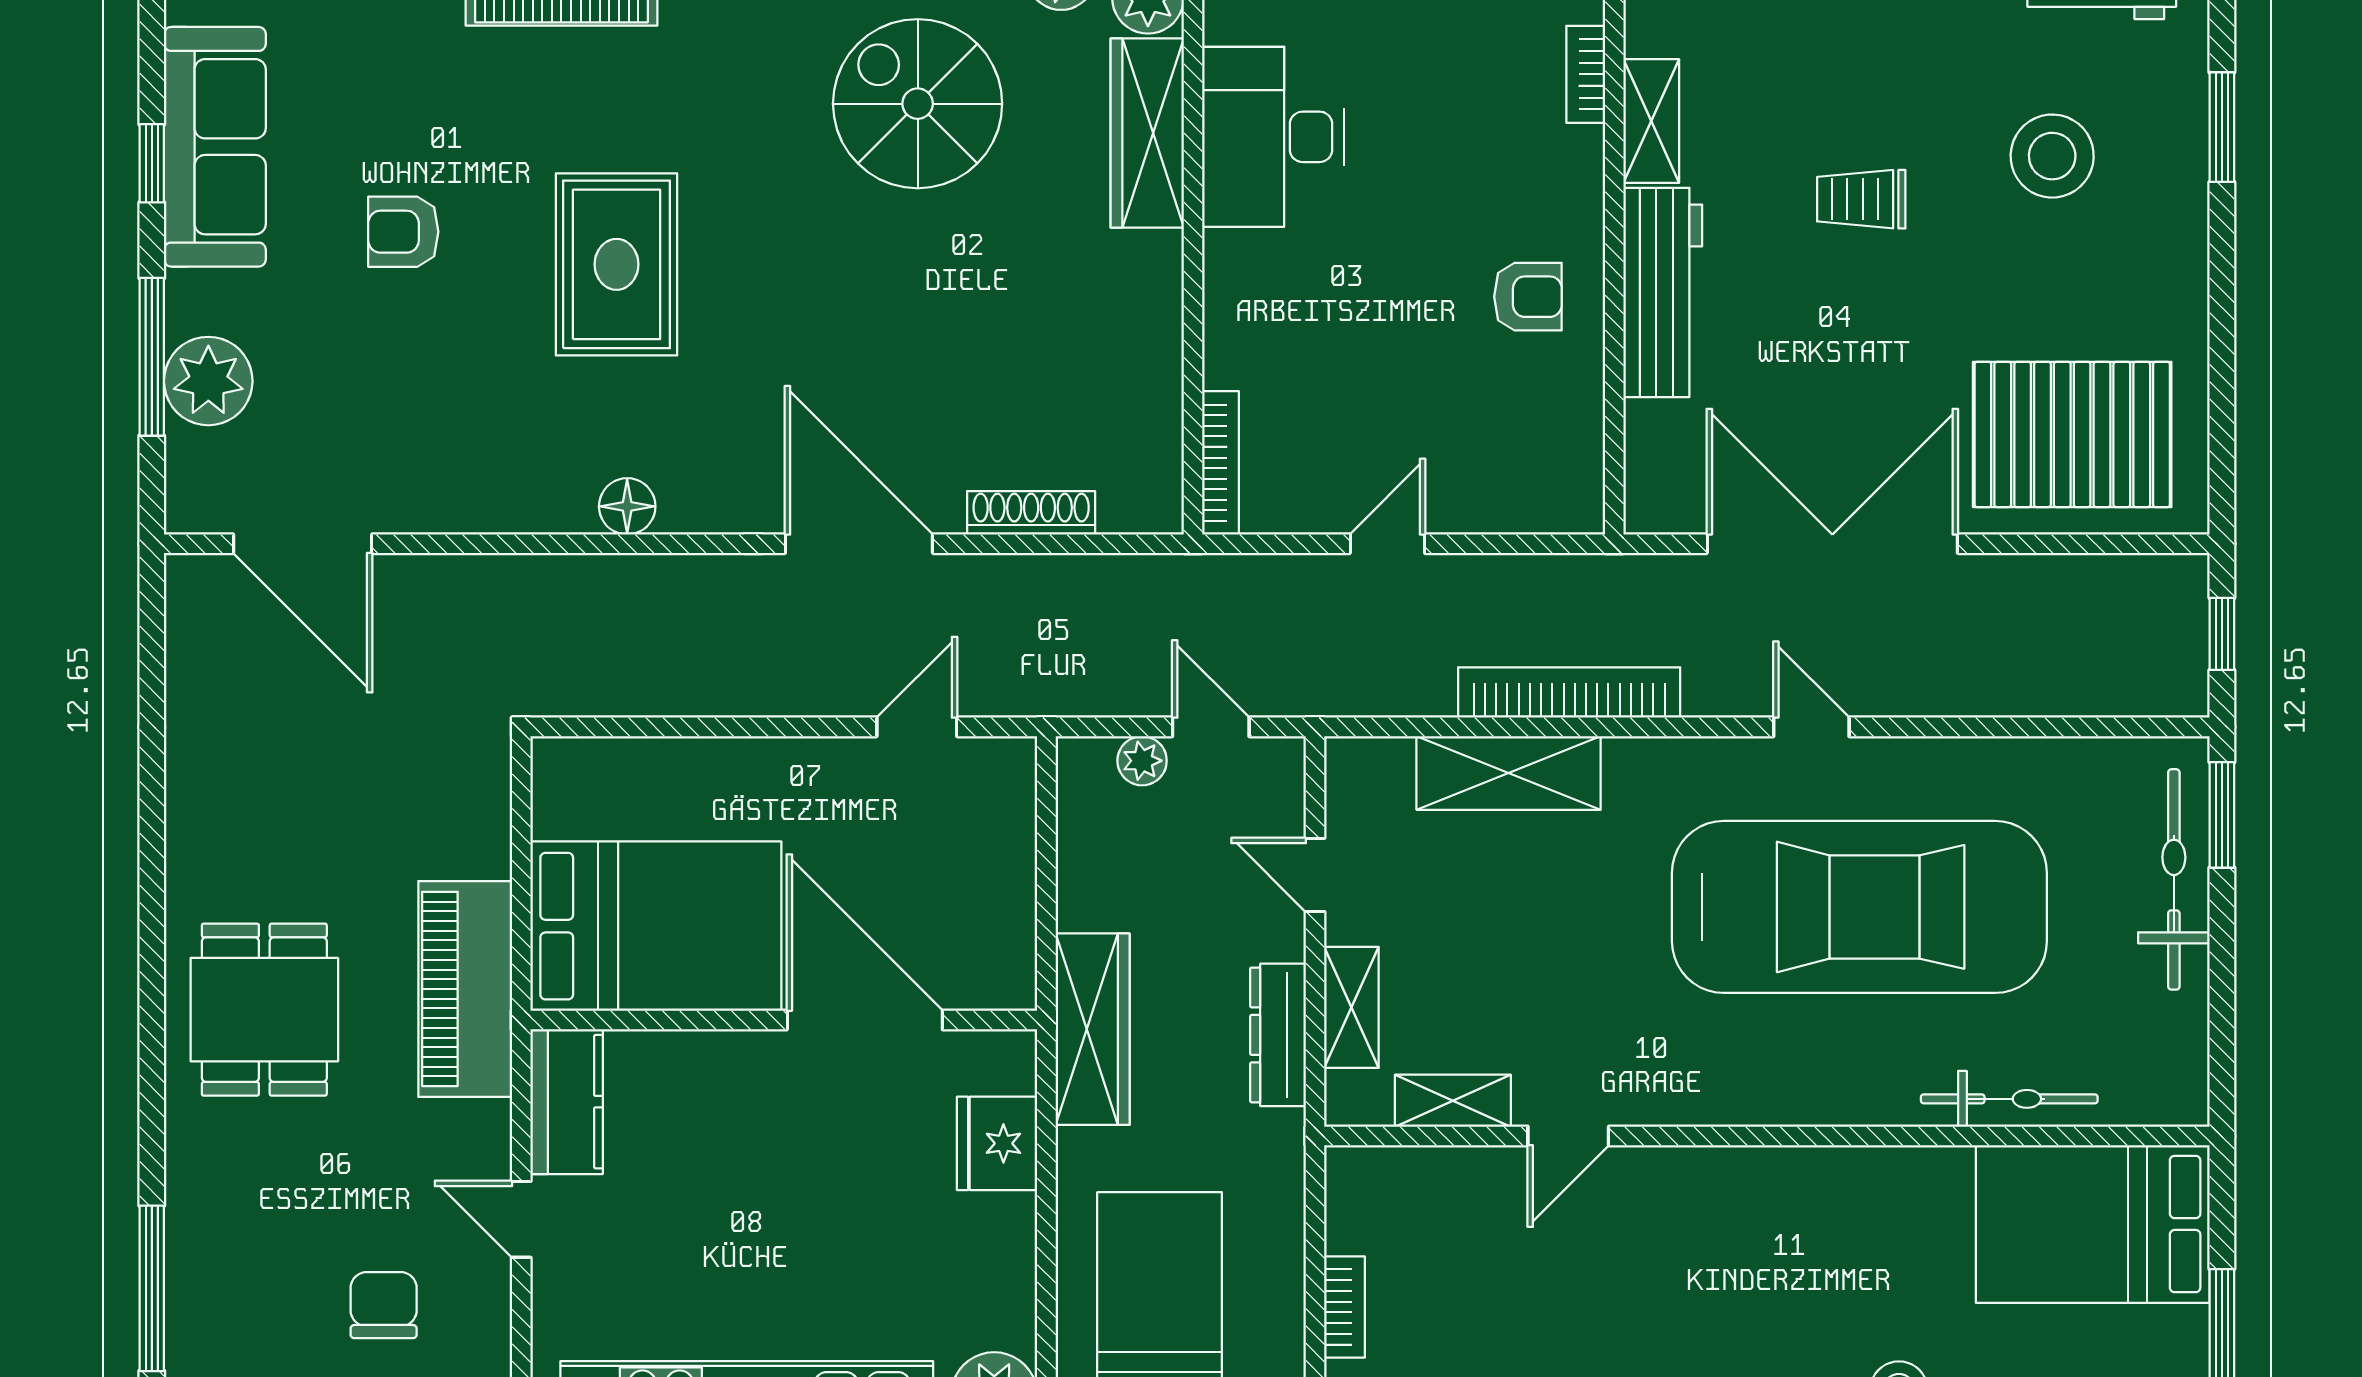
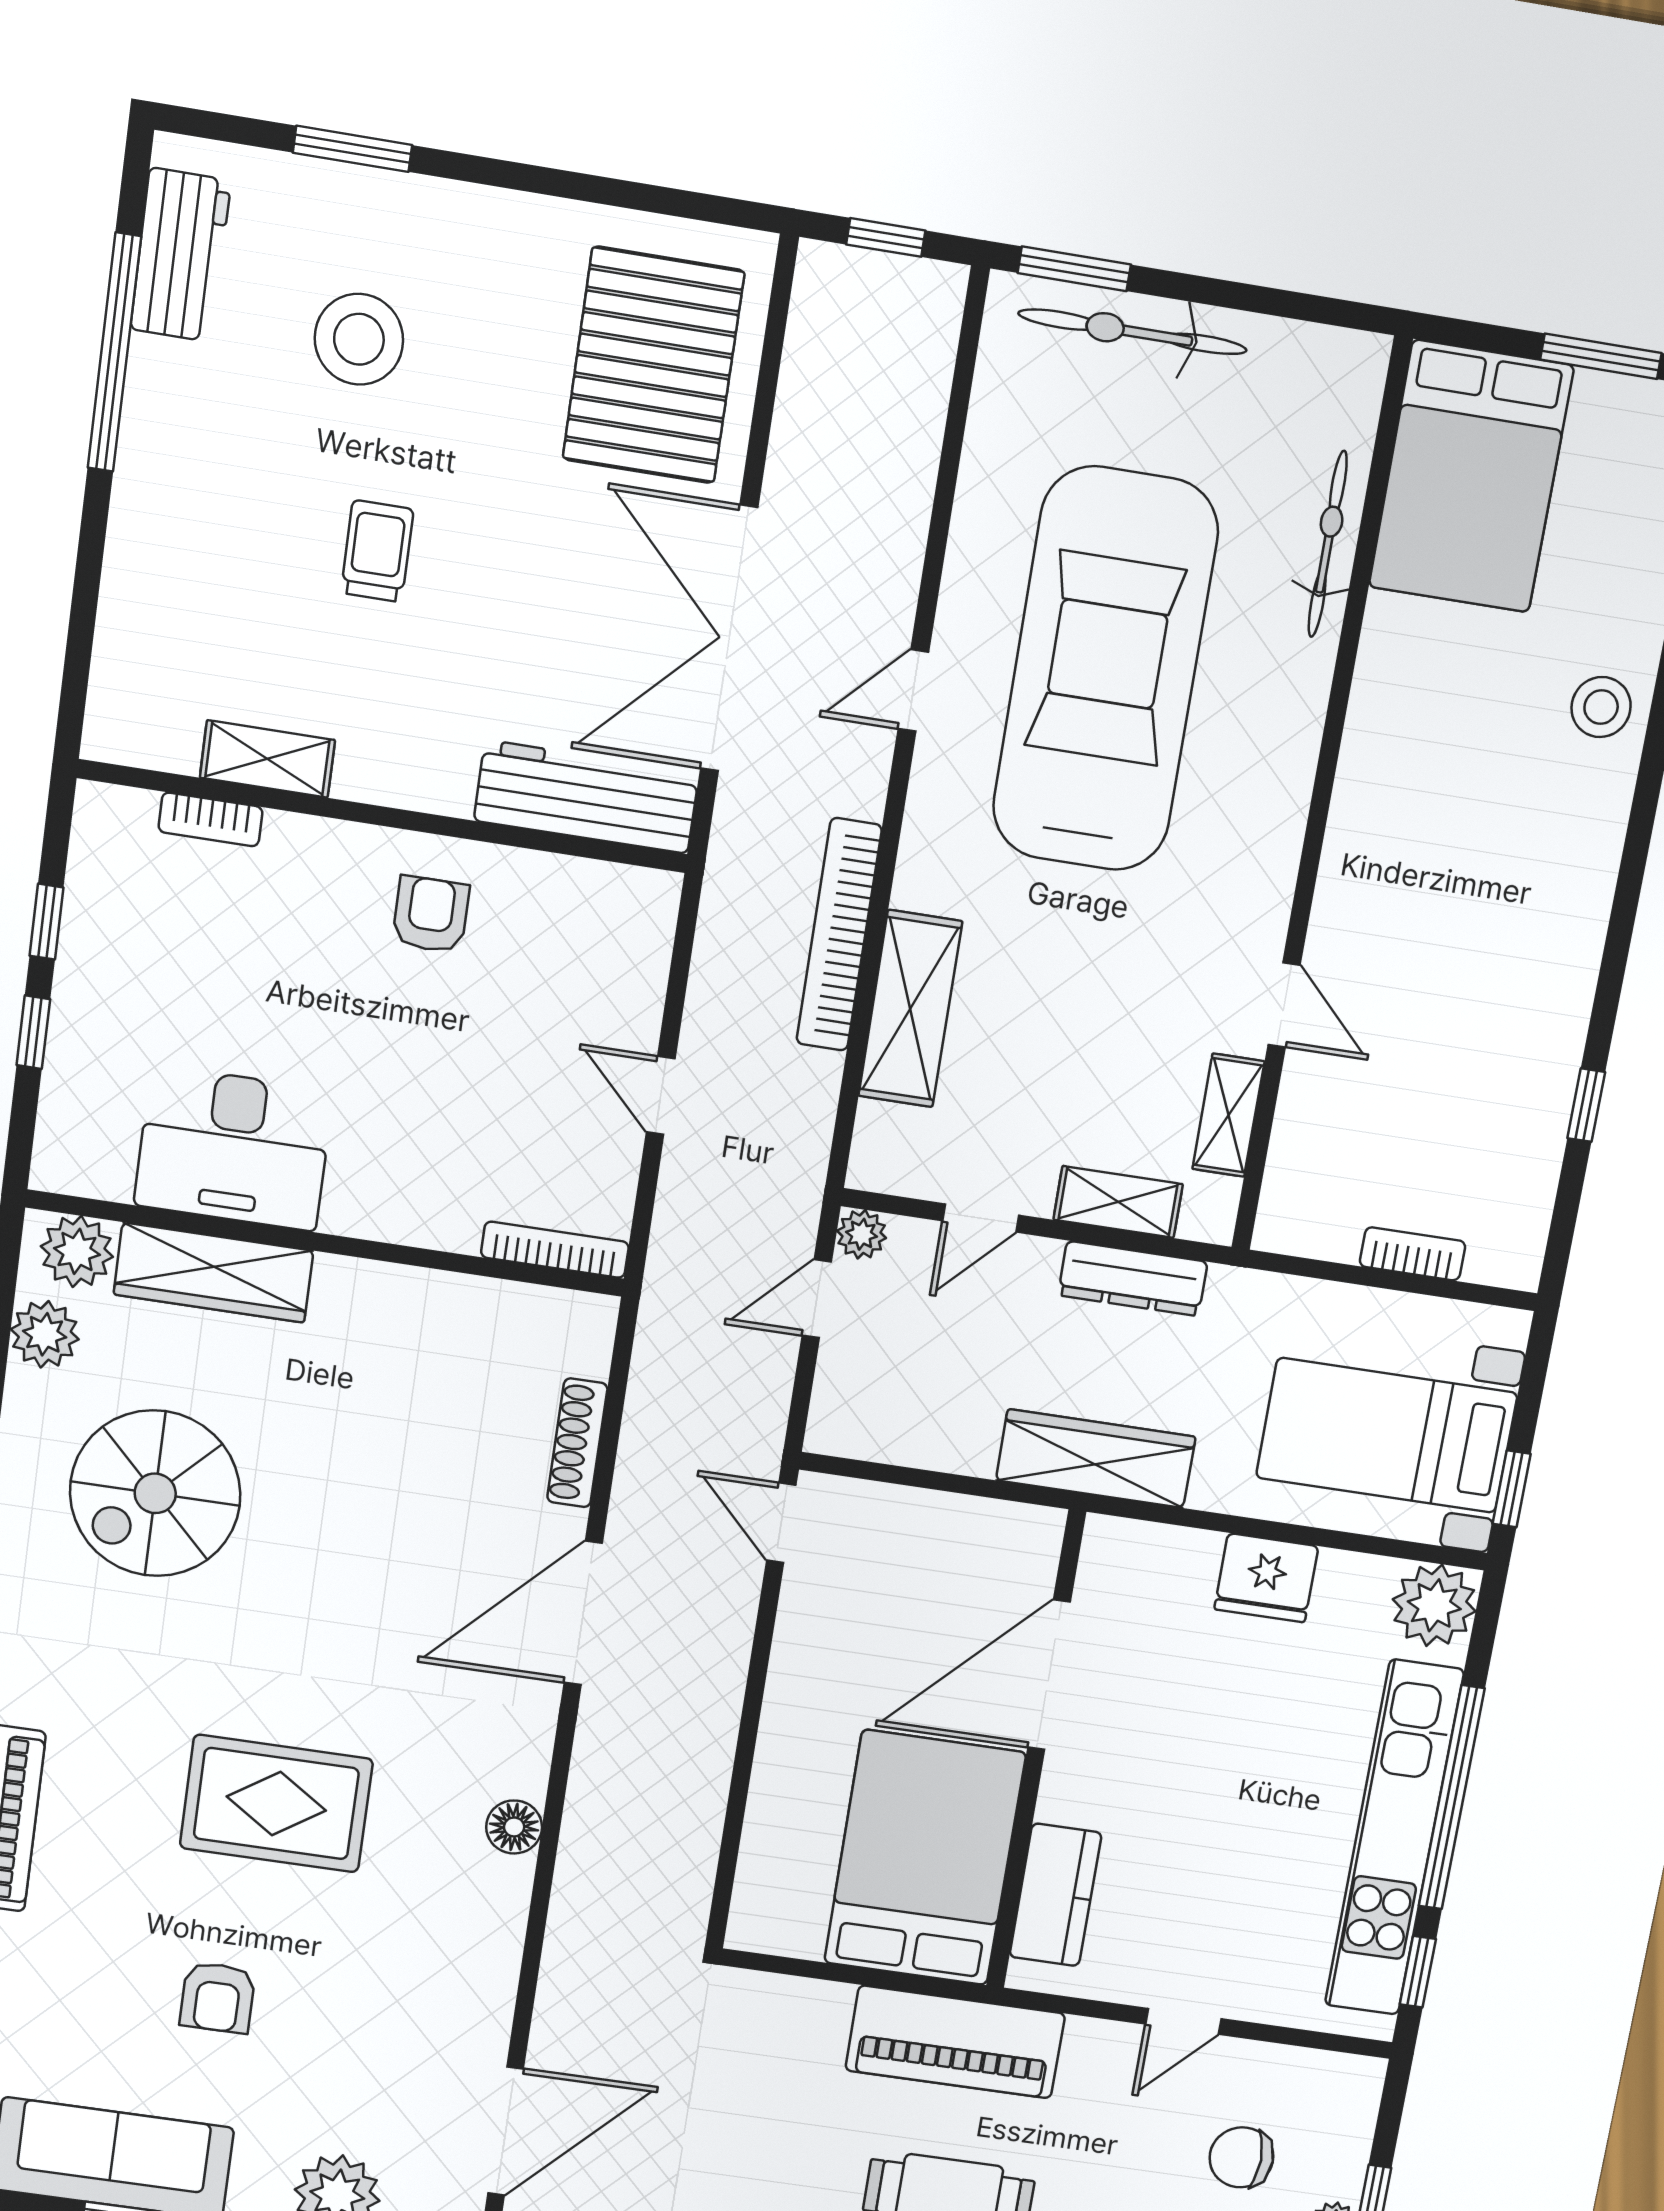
trolley: (1861, 199) -> (377, 551), turned 180
workbench: (1663, 292) -> (586, 797), moved
door: (917, 727) -> (781, 1523), moved
plant: (1142, 761) -> (862, 1234), moved
kitchen counter: (567, 1102) -> (1056, 1895), moved, turned 90
fridge: (997, 1143) -> (1266, 1578), moved

